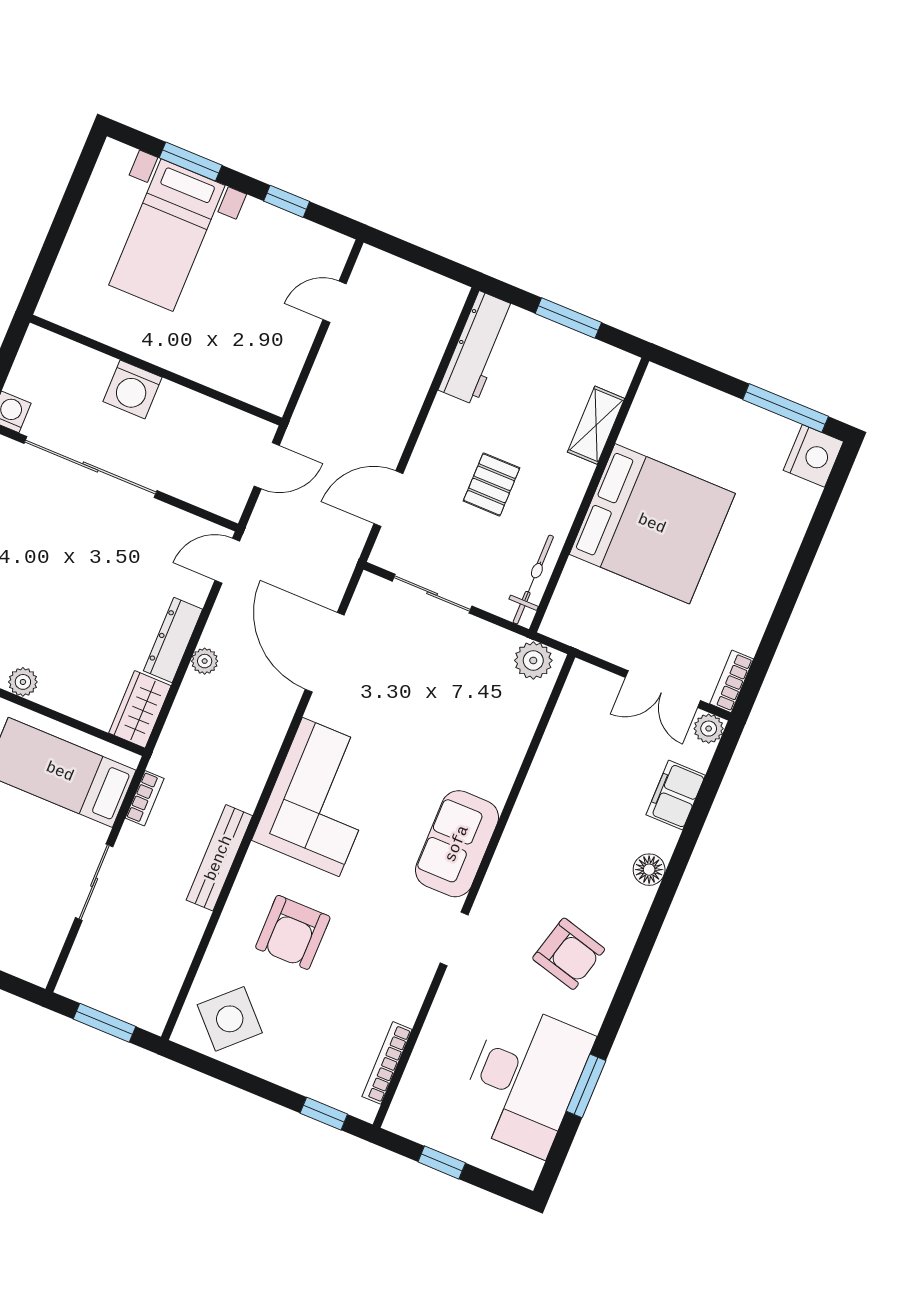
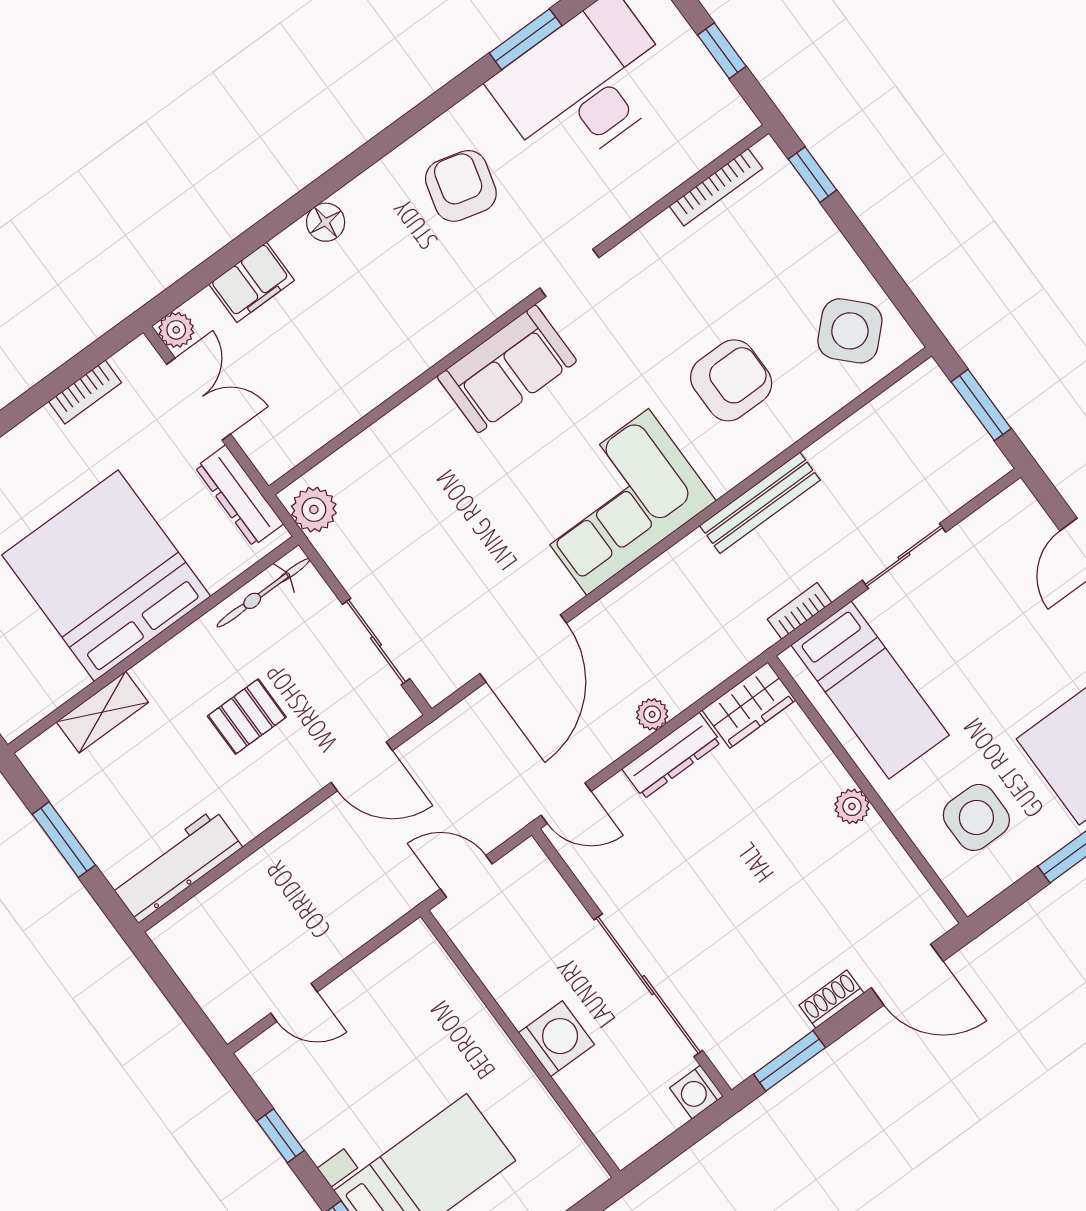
dresser: (592, 638) -> (239, 496), added
bookcase: (732, 681) -> (85, 392), moved

